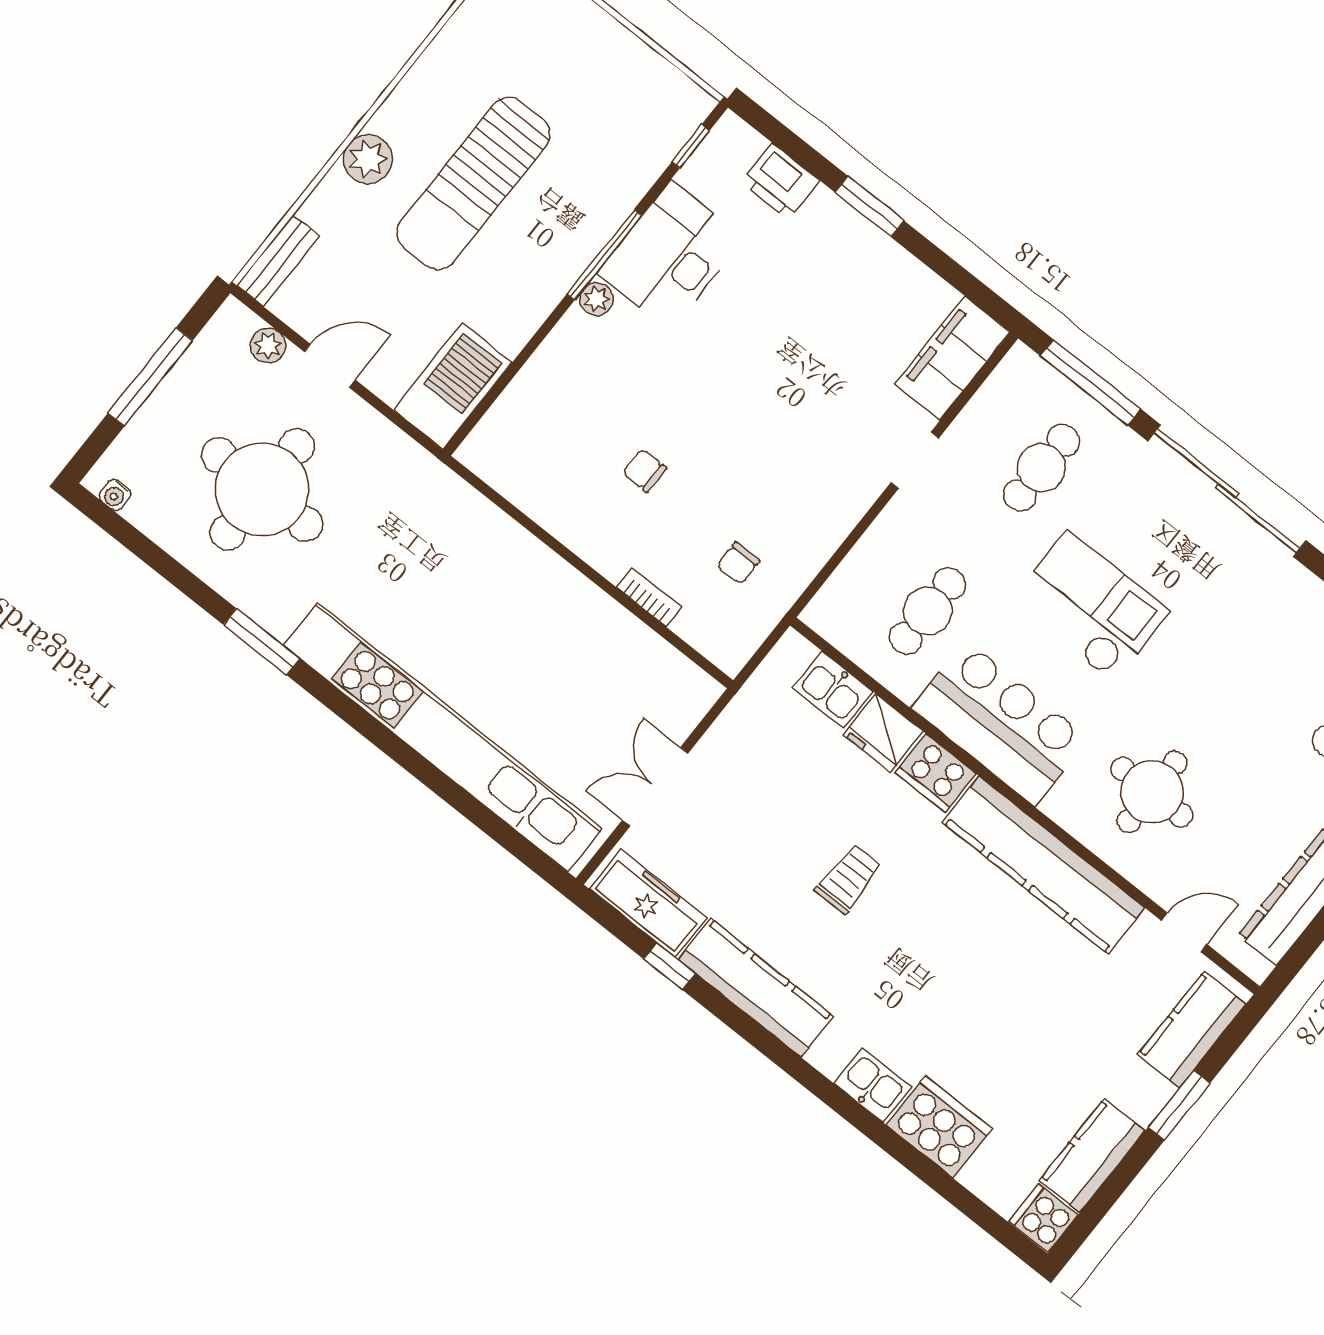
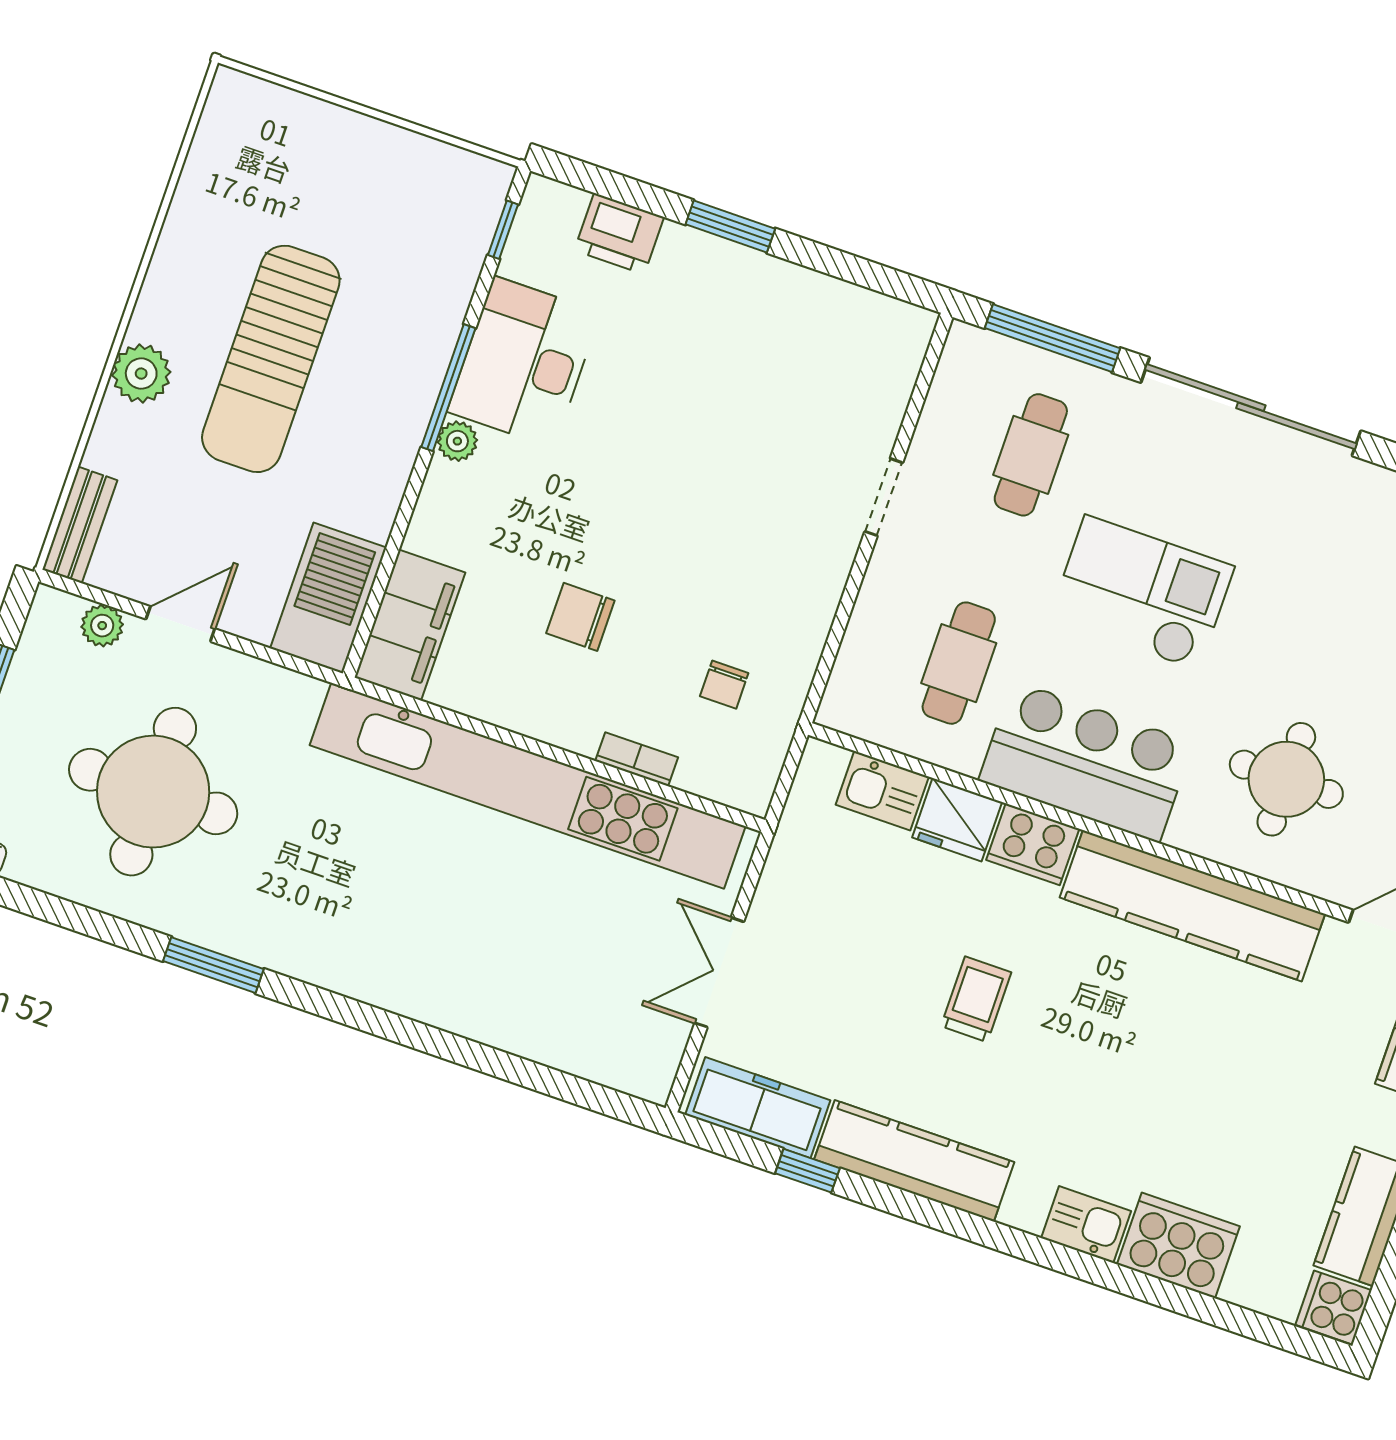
filing cabinet: (952, 358) -> (410, 625), moved, turned 180
chair: (645, 470) -> (580, 617), width x1.37, depth x1.37
kitchen unit: (443, 737) -> (528, 786), moved, turned 180

